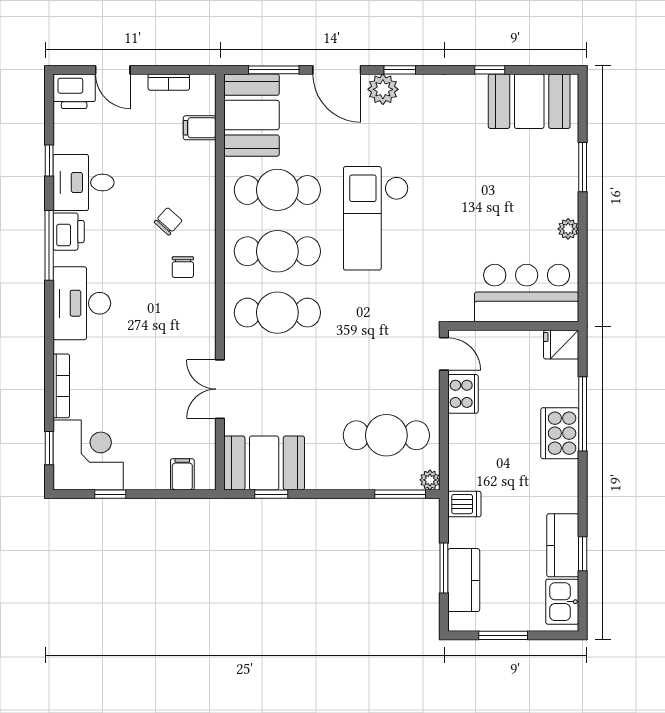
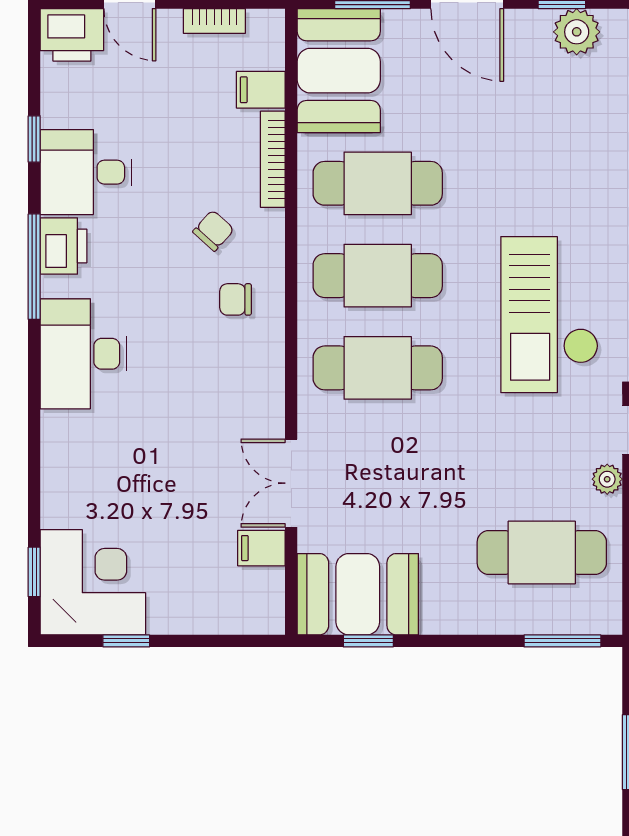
plant: (383, 89) -> (577, 32), moved
checkout: (376, 218) -> (550, 315), moved
chair: (183, 267) -> (235, 299), turned 90
bookcase: (61, 386) -> (273, 159), moved, turned 180
filing cabinet: (182, 474) -> (261, 548), moved, turned -90
plant: (430, 480) -> (607, 479), moved

